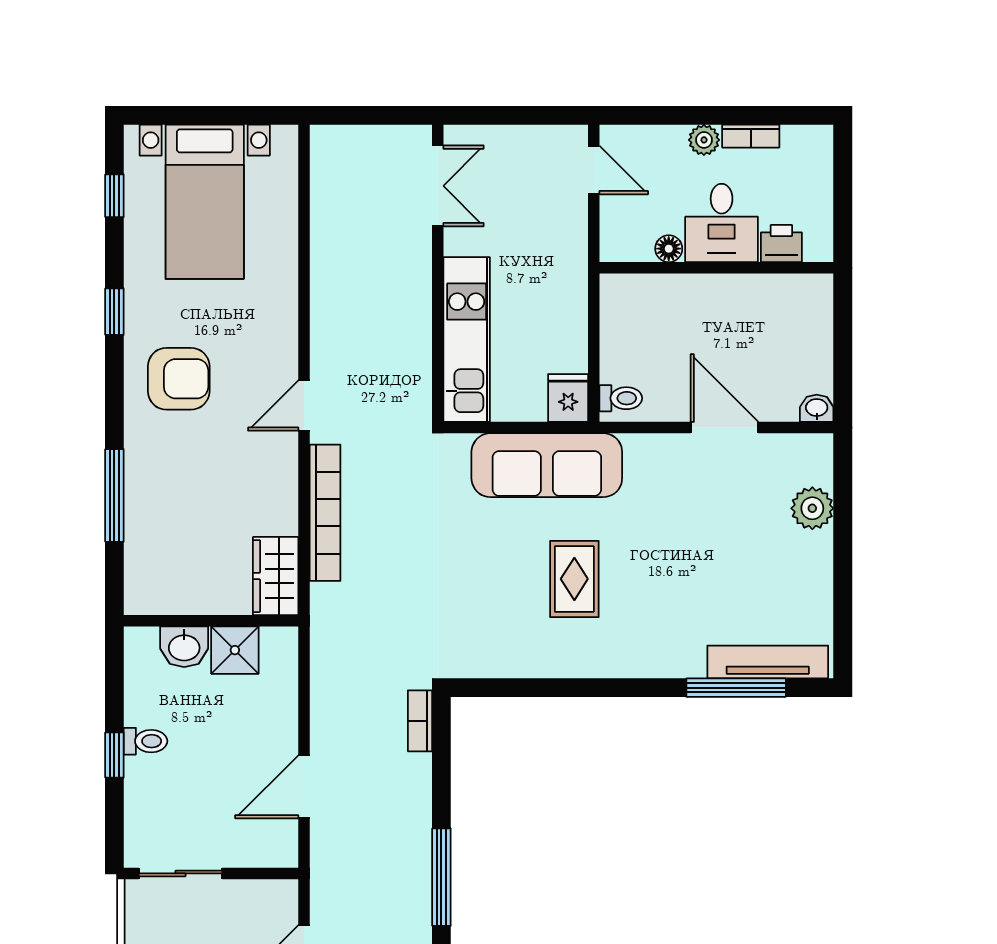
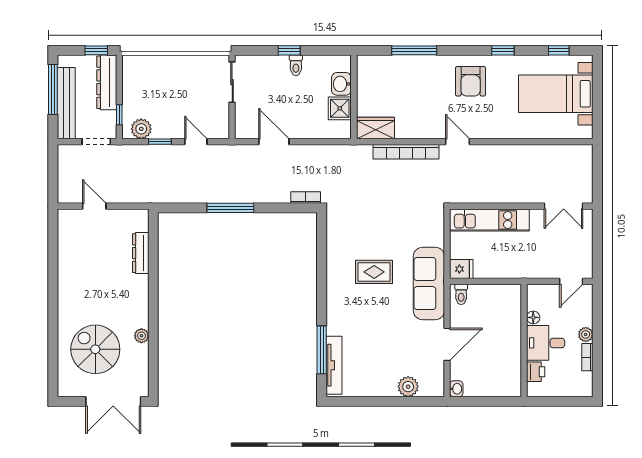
sofa: (547, 465) -> (429, 284), moved

